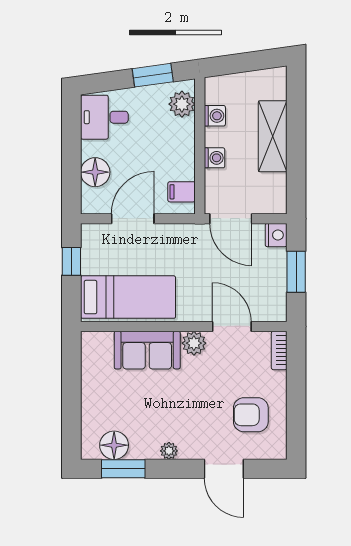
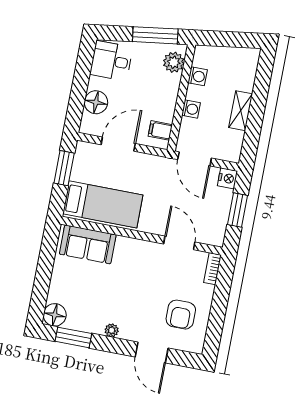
window: (153, 75) -> (155, 35), width x1.44
shelving: (273, 136) -> (241, 111), width x0.67, depth x0.75
window: (71, 261) -> (64, 168), width x1.50
plant: (194, 343) -> (147, 250), removed
sofa: (147, 350) -> (88, 244), moved
armchair: (251, 415) -> (181, 315), turned -90
floor lamp: (114, 445) -> (55, 315), moved

